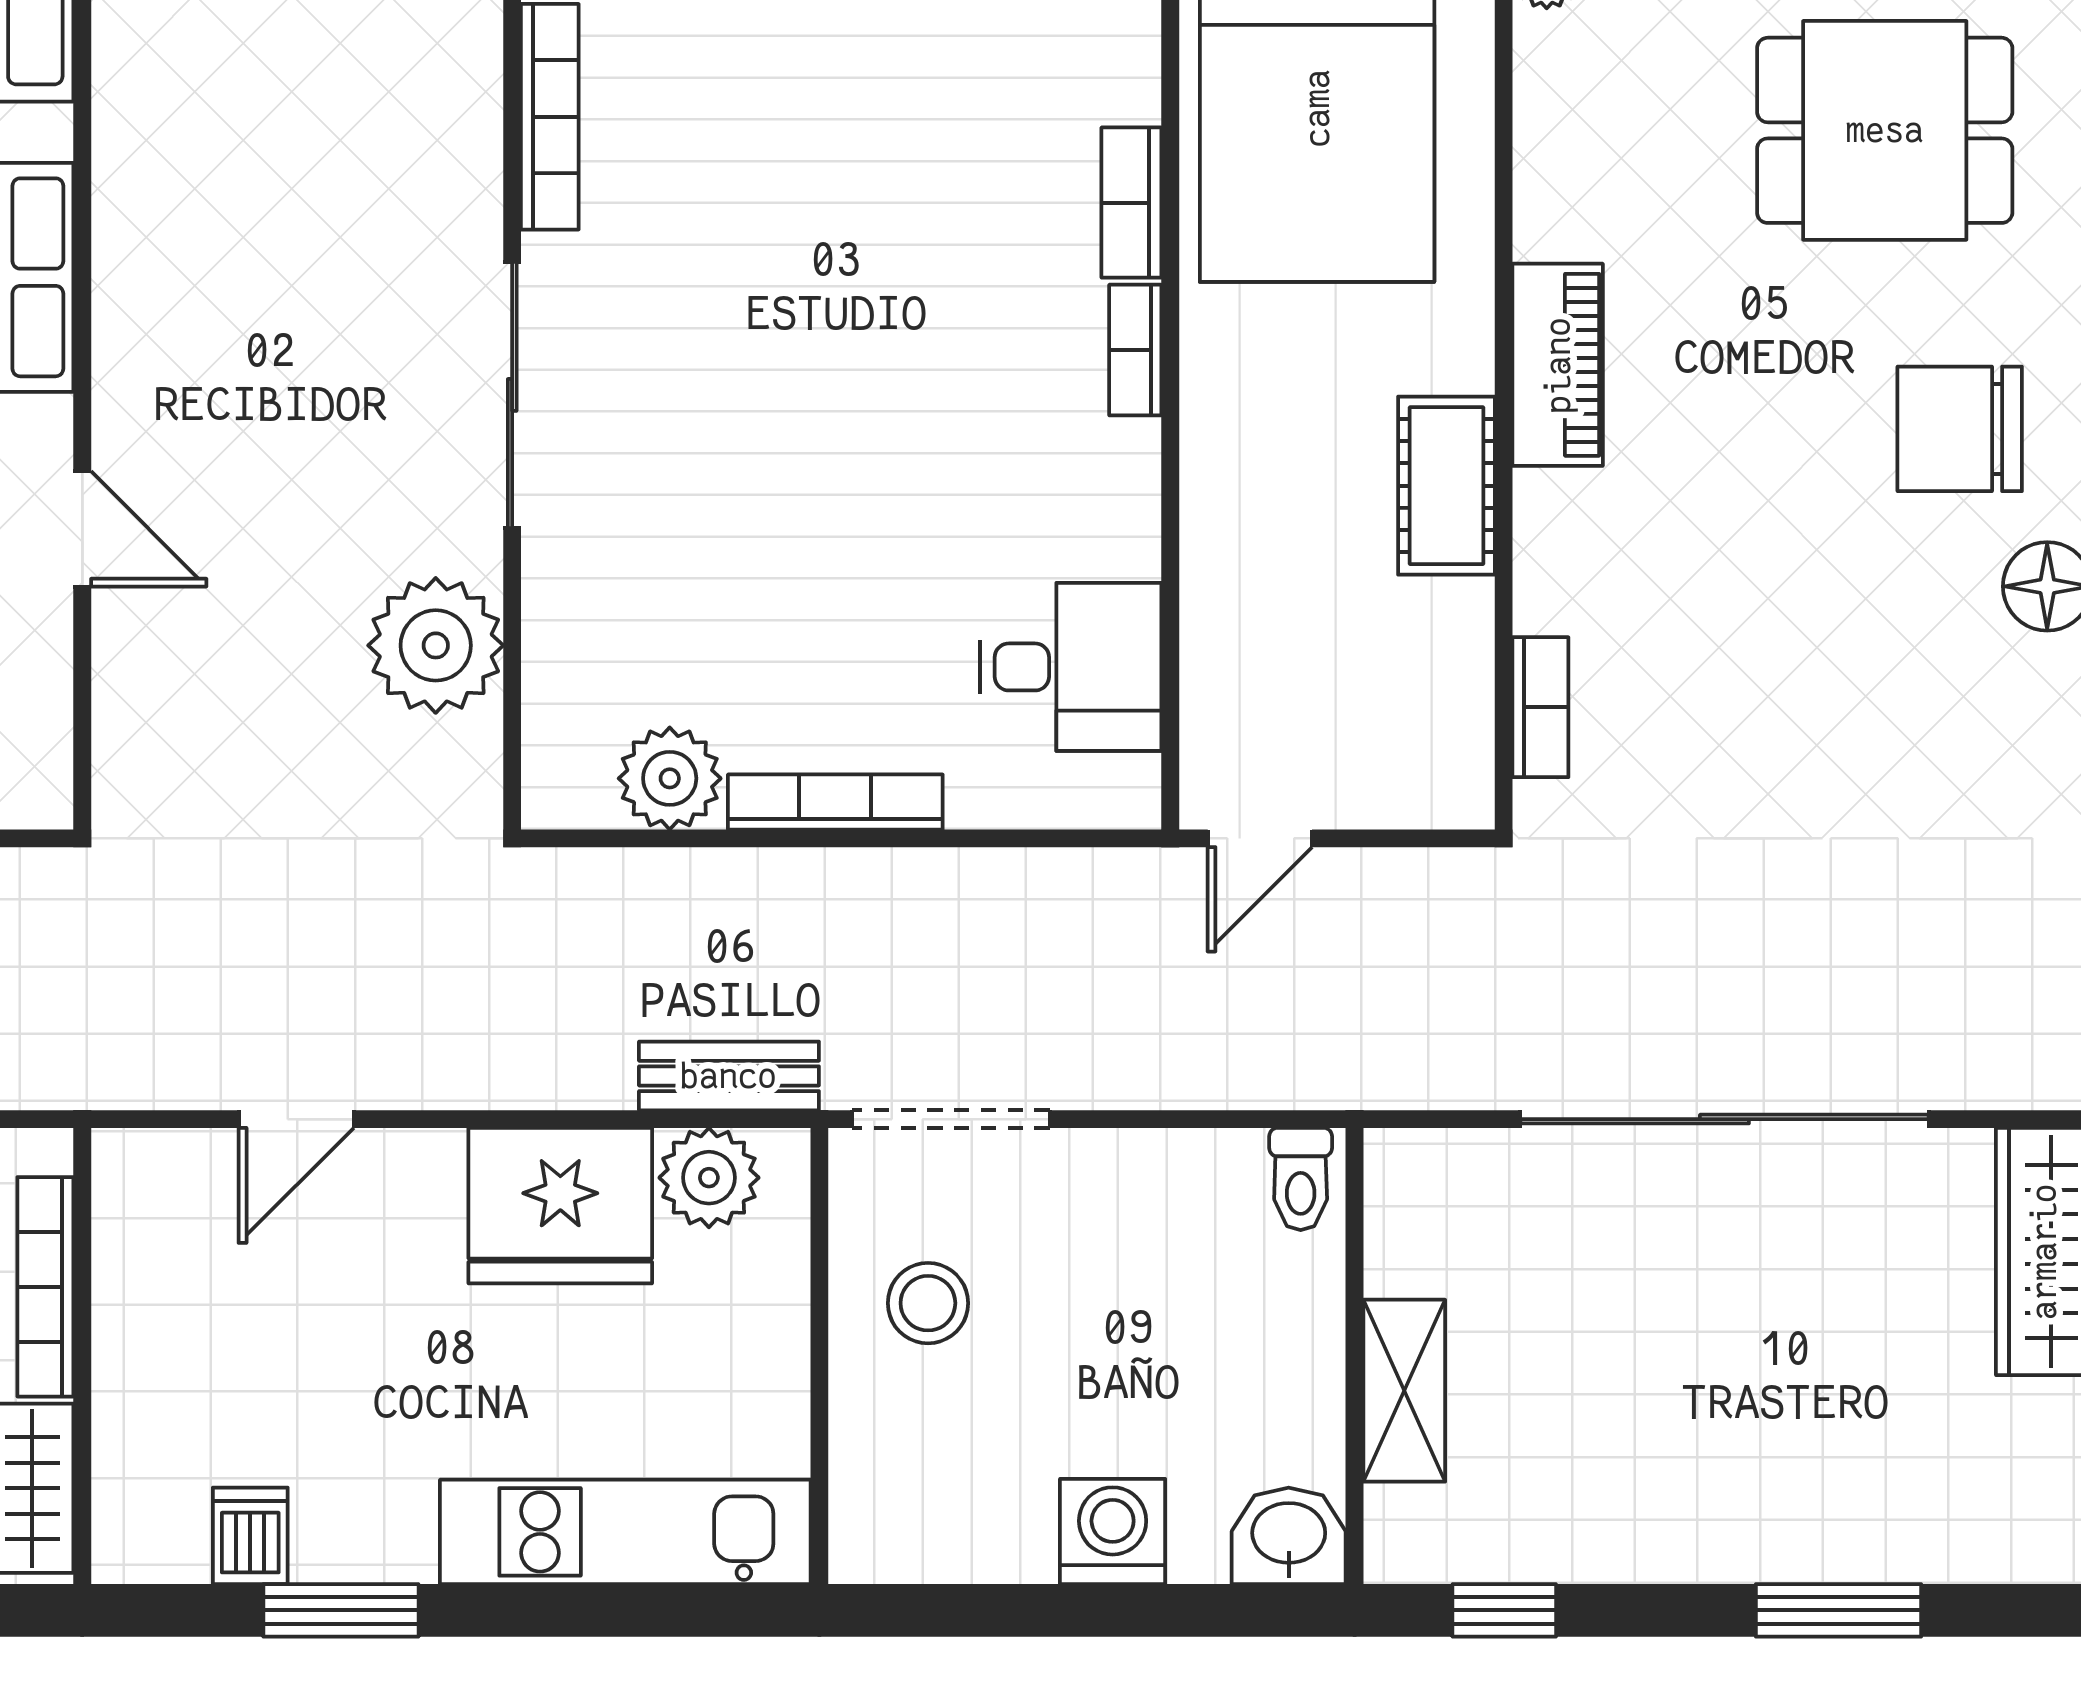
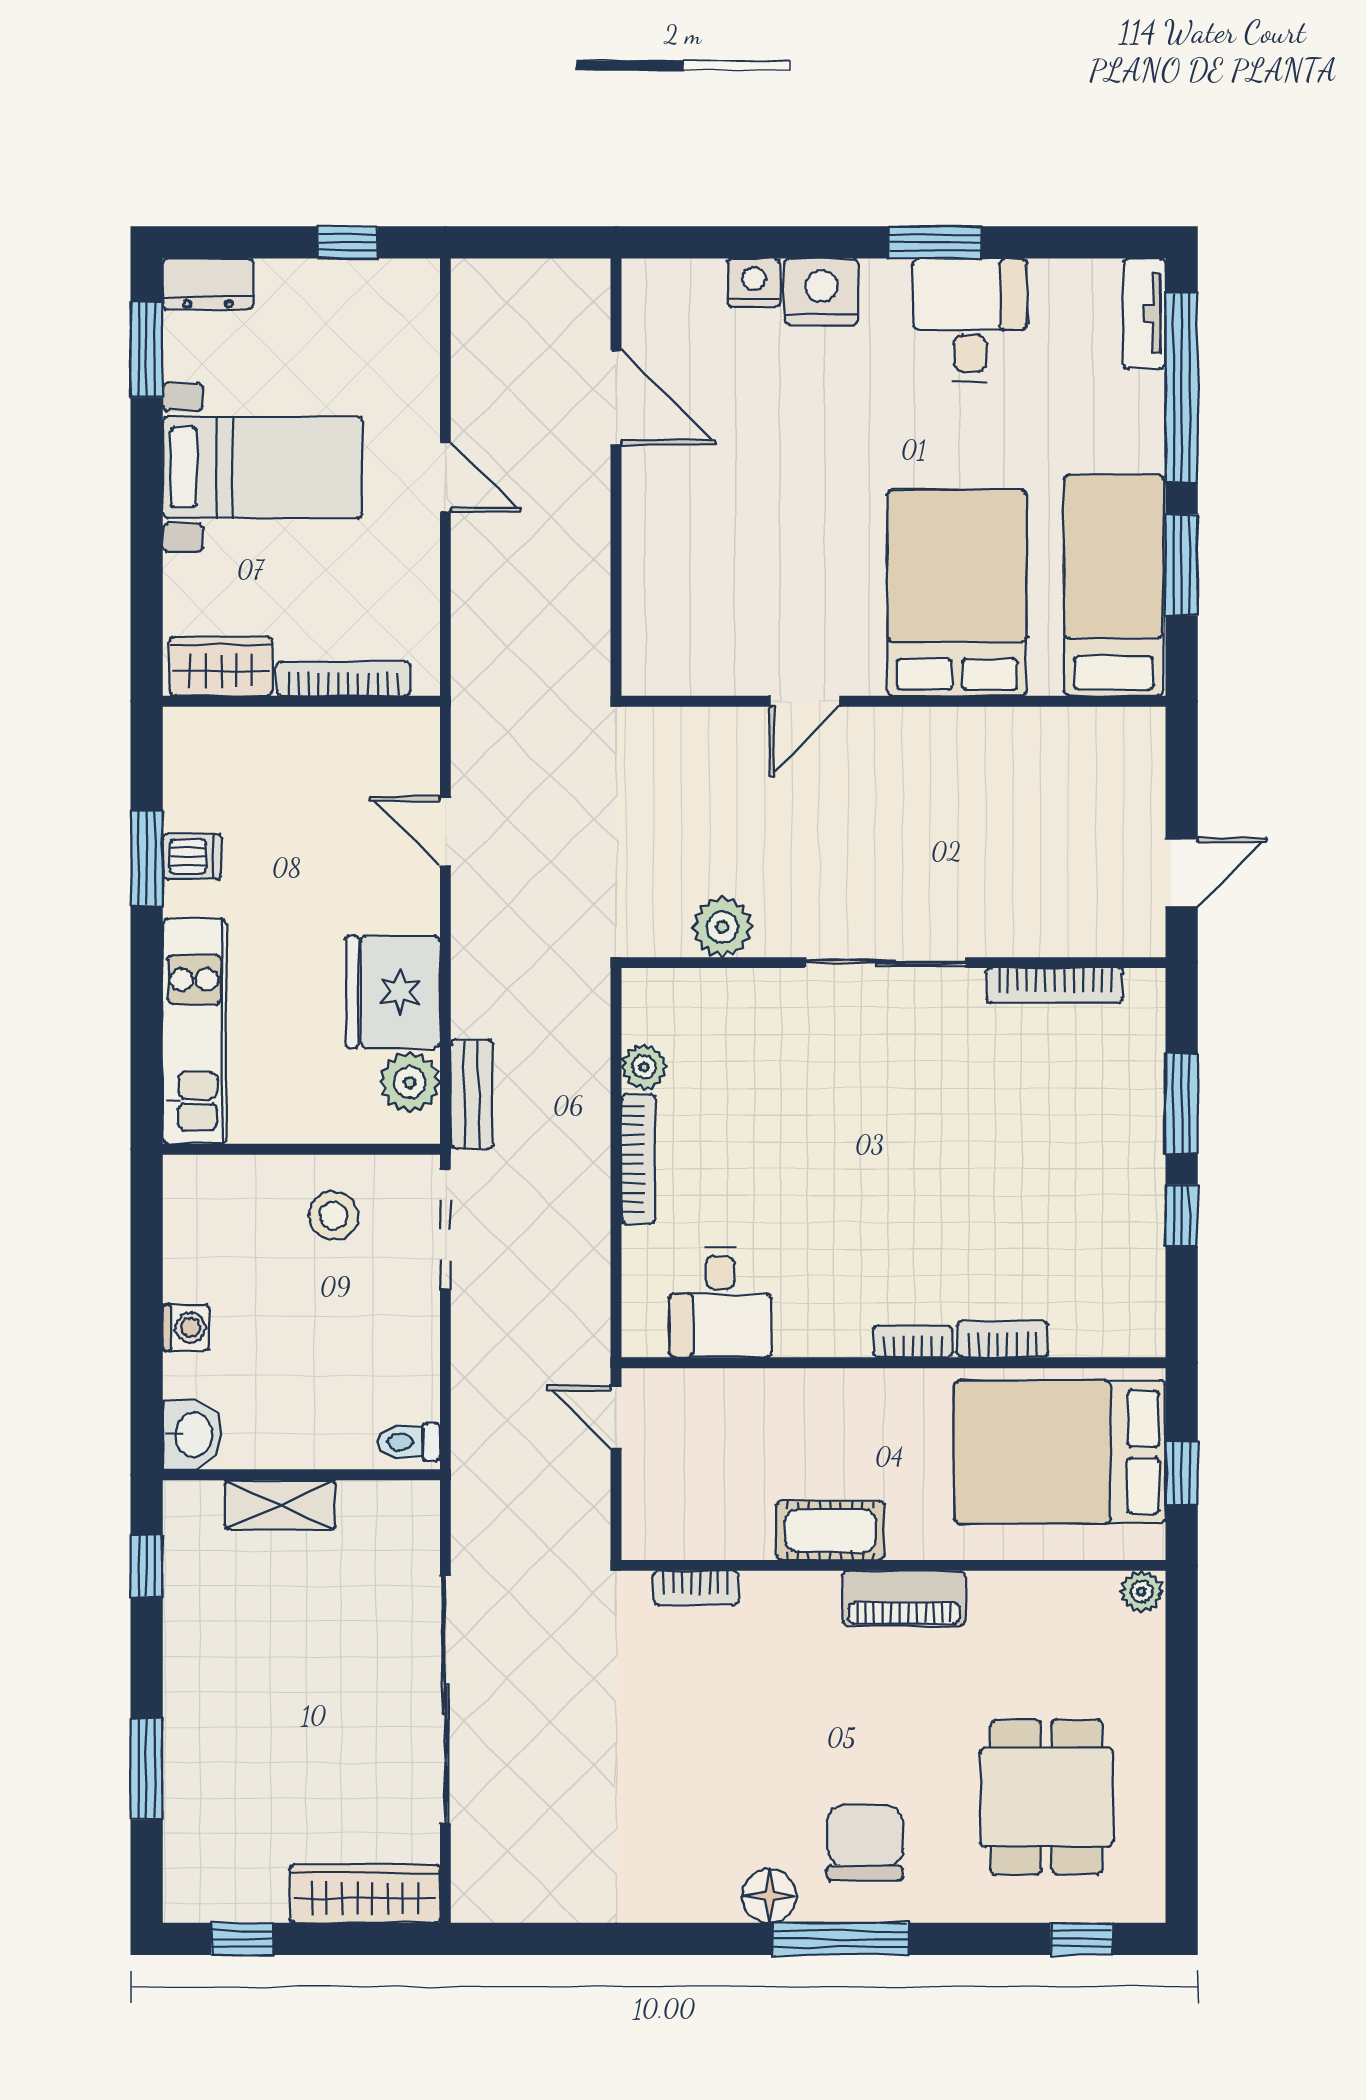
plant: (436, 645) -> (722, 927), width x0.73, depth x0.73
plant: (670, 778) -> (644, 1067), width x0.73, depth x0.73
washing machine: (1113, 1531) -> (186, 1328), width x0.73, depth x0.73
dishwasher: (250, 1536) -> (192, 856), moved

